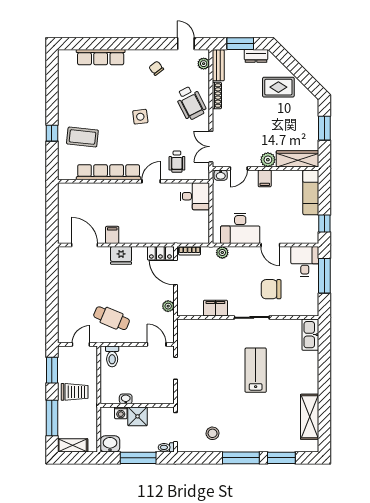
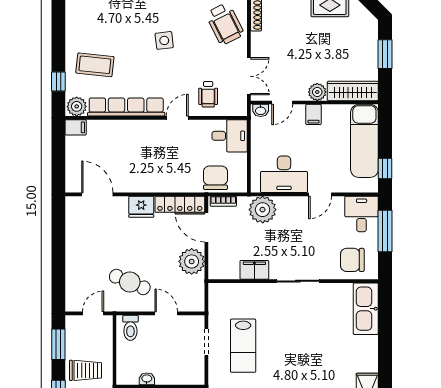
window: (52, 133) -> (58, 81), moved
double door: (211, 147) -> (249, 76), swing flipped
plant: (67, 172) -> (77, 106), added
exam couch: (311, 192) -> (364, 141), width x1.36, depth x1.45
chair: (183, 231) -> (215, 178), added
filing cabinet: (112, 235) -> (76, 127), moved, turned 90
door: (270, 245) -> (320, 194), hinge flipped
locker: (160, 253) -> (180, 204), width x1.53
plant: (222, 253) -> (263, 210), width x1.88, depth x1.88
chair: (271, 289) -> (352, 260), moved
plant: (168, 306) -> (192, 261), width x1.88, depth x1.88
kitchen sink: (310, 335) -> (366, 309), width x1.36, depth x1.24
door: (157, 344) -> (166, 313), moved
lab bench: (256, 370) -> (243, 346), moved, turned 180

